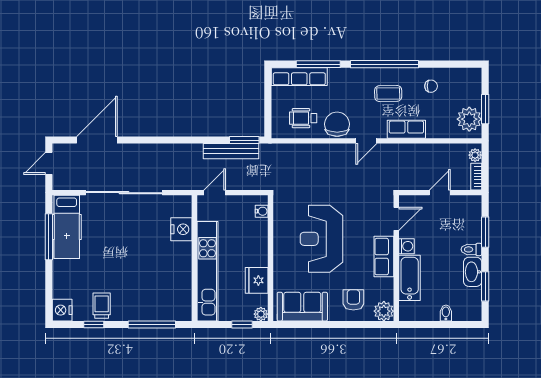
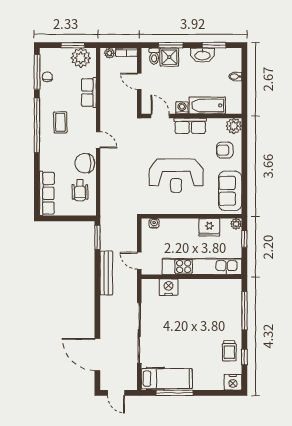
window: (318, 64) -> (37, 72), moved
chair: (431, 86) -> (47, 77), moved
row of seats: (406, 129) -> (89, 92), moved
bench: (231, 151) -> (106, 273), moved
shower: (470, 230) -> (169, 57), added
toilet: (471, 249) -> (154, 56), moved
trolley: (102, 306) -> (229, 351), turned -91

